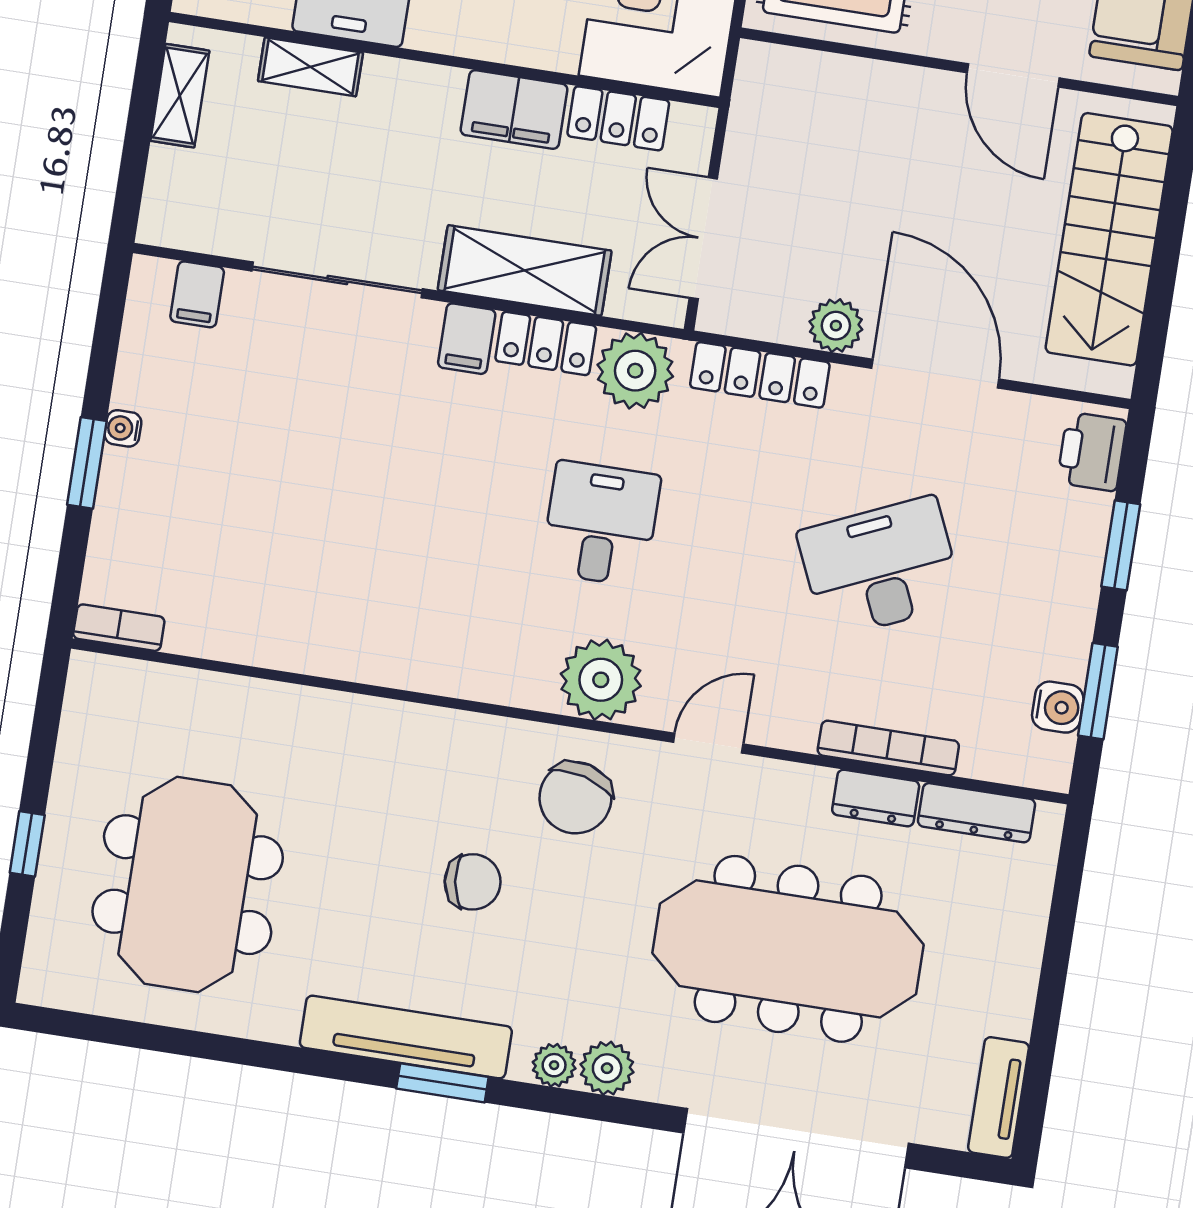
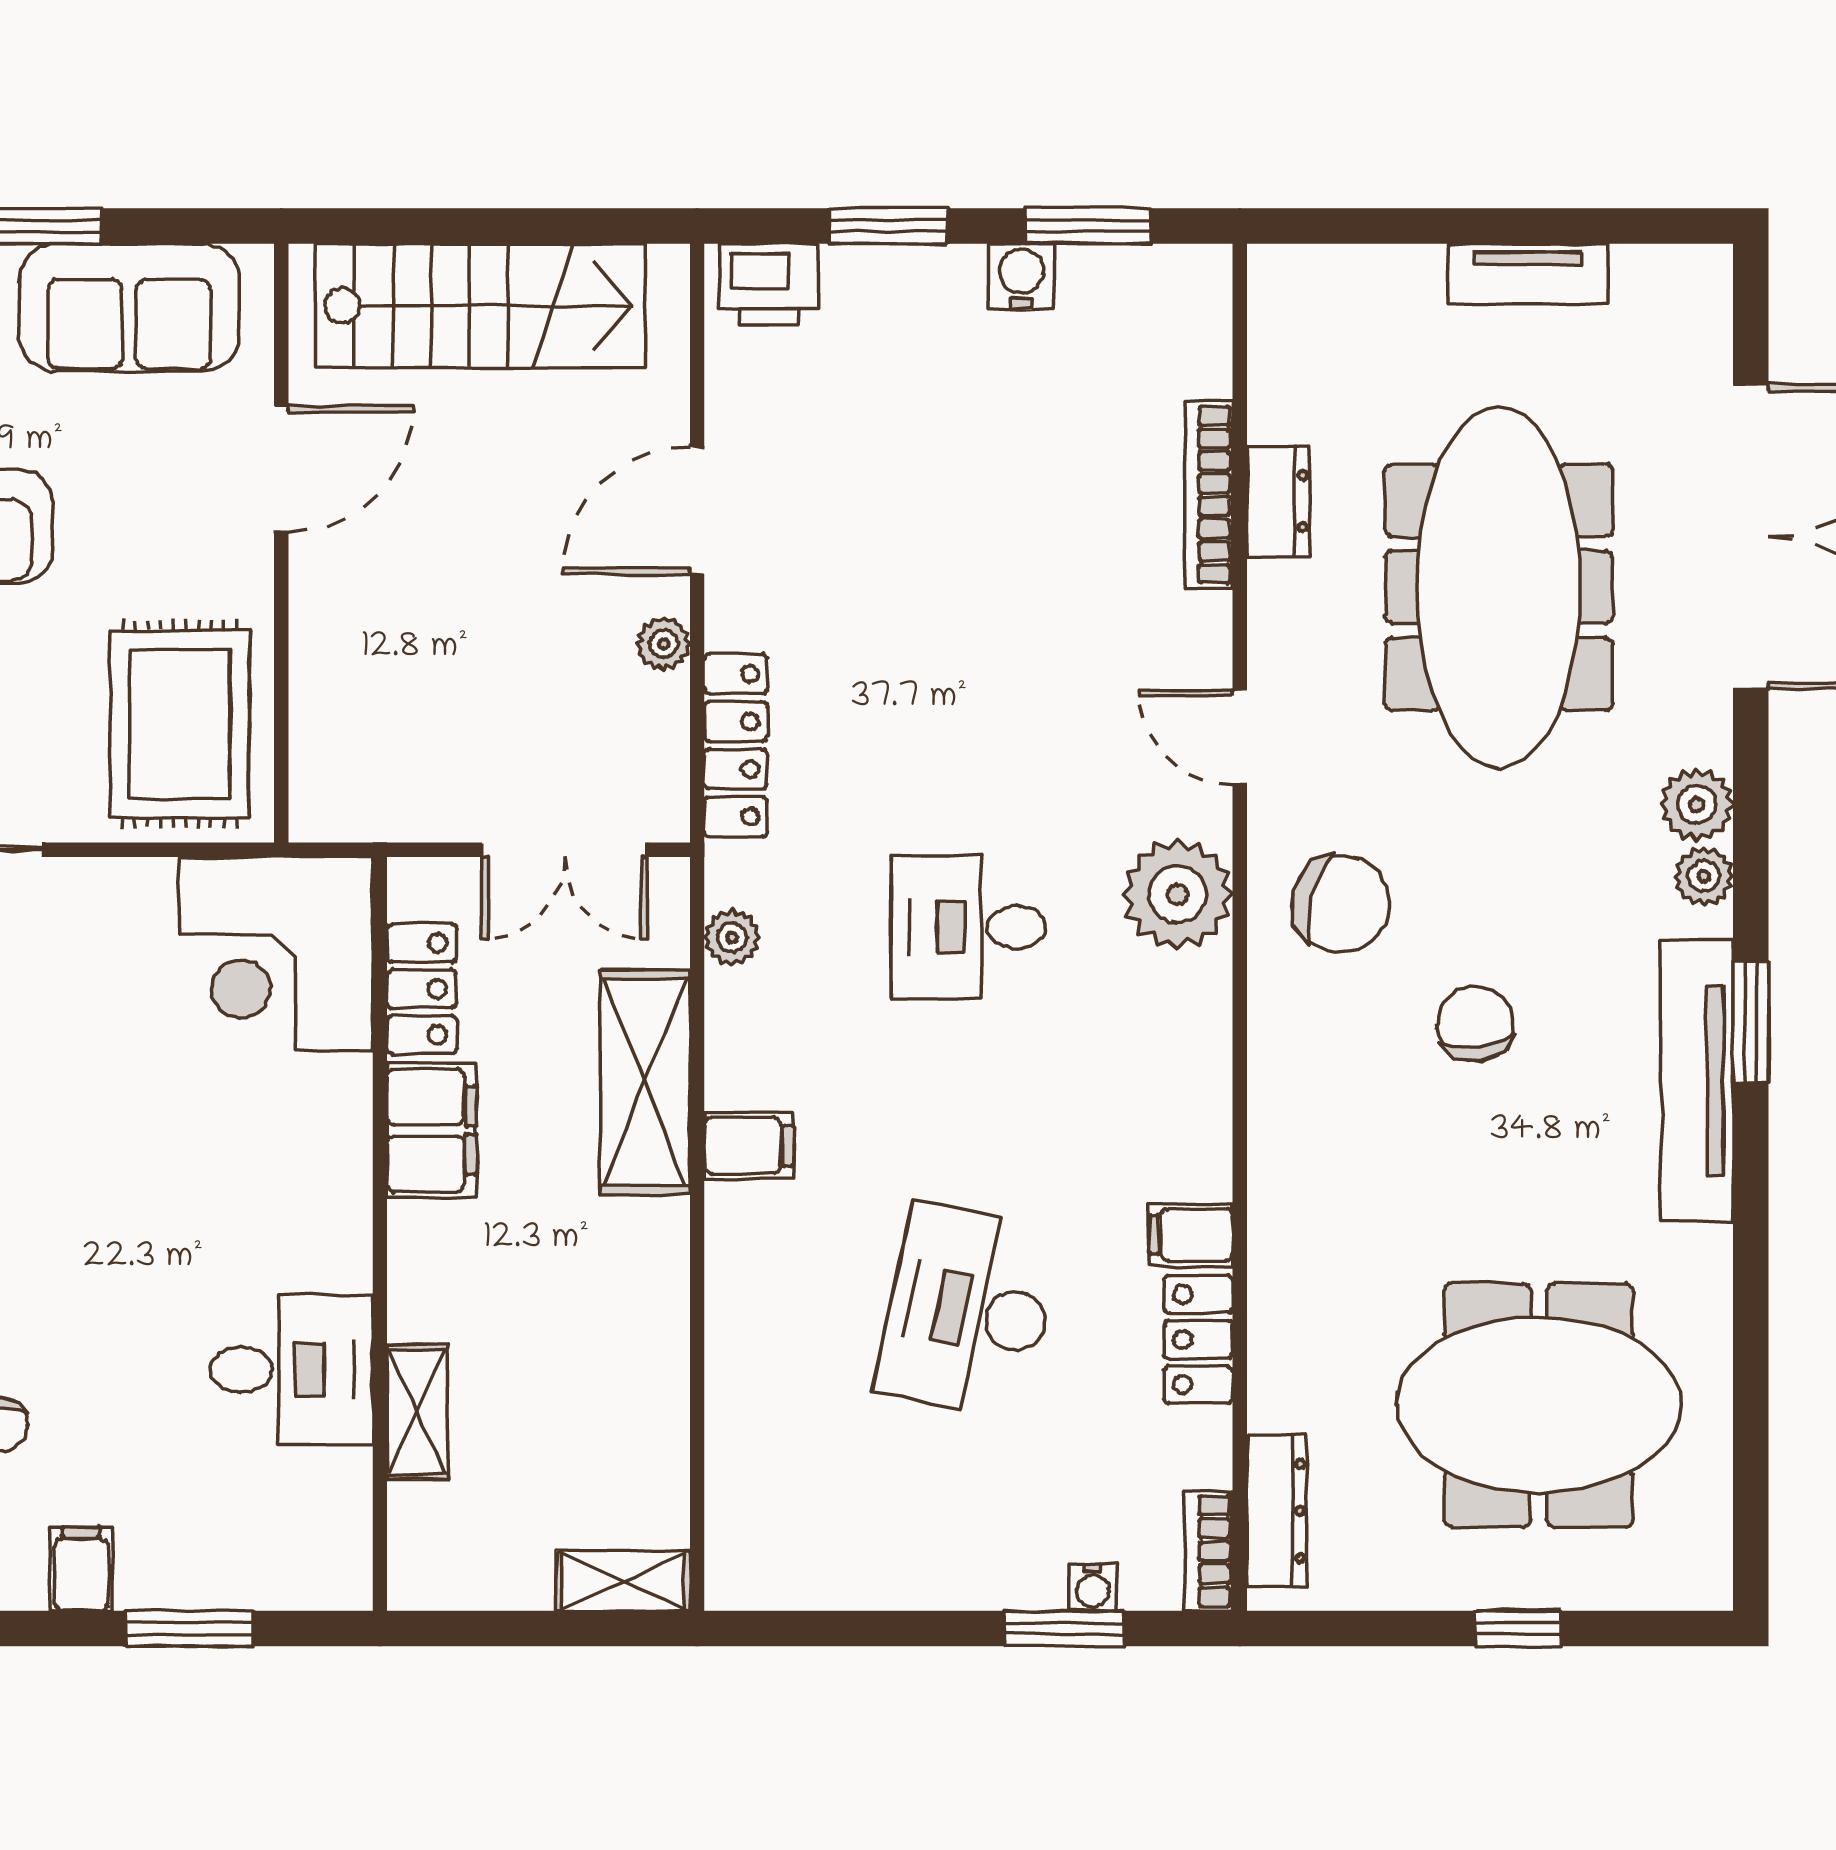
shelving: (180, 96) -> (623, 1581), moved
sliding door: (337, 280) -> (697, 1331), removed
filing cabinet: (197, 294) -> (1191, 1235), moved, turned 180
plant: (836, 326) -> (664, 644), width x0.73, depth x0.73
locker: (546, 343) -> (1198, 1340), moved, turned 180
plant: (635, 371) -> (732, 937), width x0.53, depth x0.53
door: (935, 374) -> (697, 510), width x0.73
water cooler: (123, 428) -> (1093, 1587), moved
window: (87, 463) -> (1064, 1629), moved
desk: (880, 567) -> (968, 1311), moved, turned 36
water cooler: (1058, 707) -> (1021, 276), moved
dresser: (976, 813) -> (1277, 1511), moved
tv unit: (999, 1097) -> (1528, 274), moved

